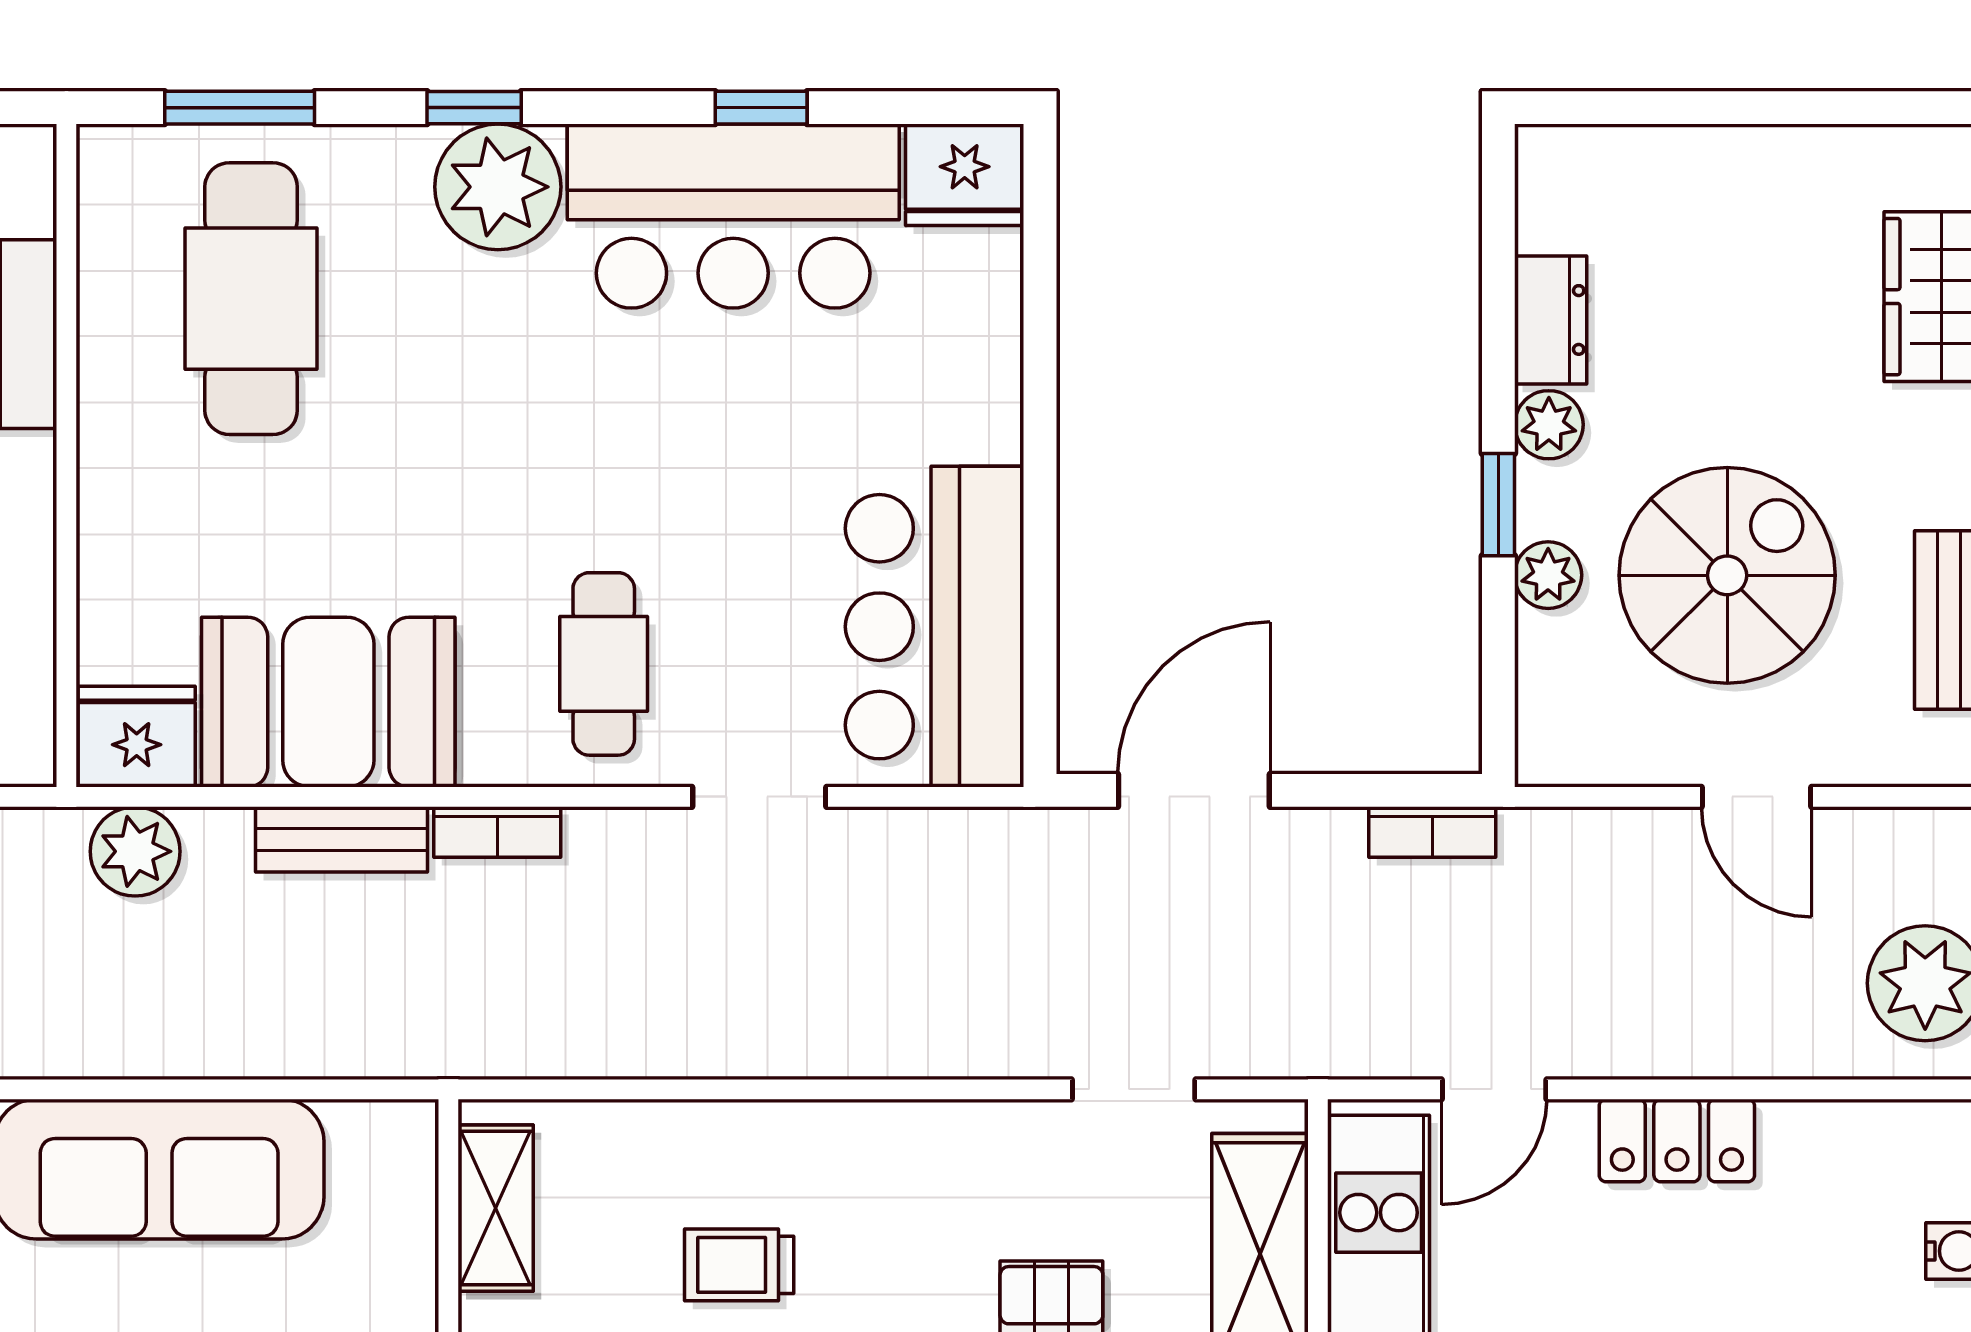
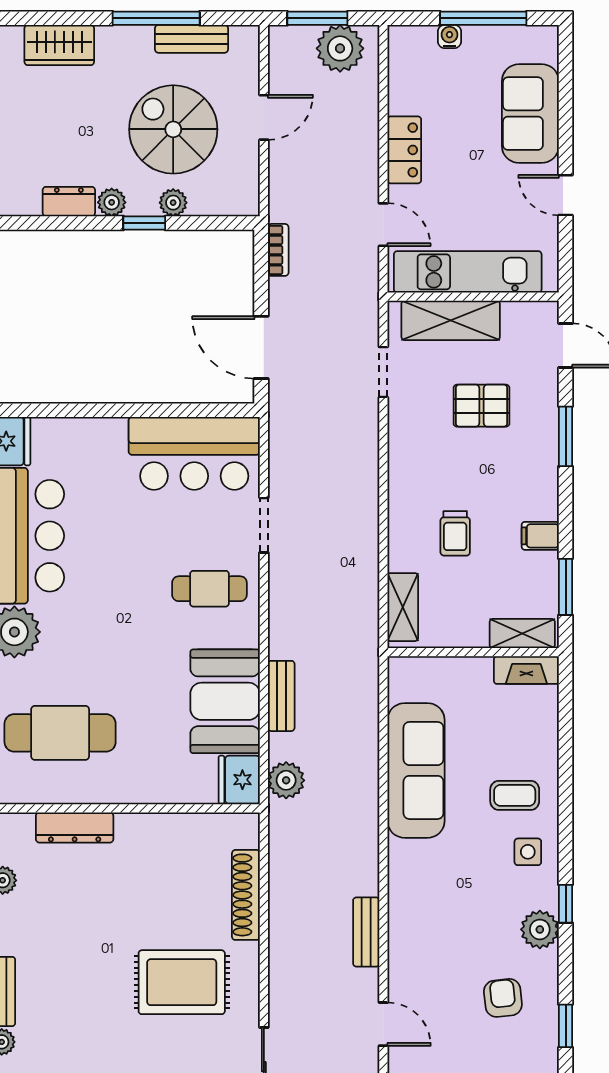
bookcase: (497, 832) -> (278, 632), removed
shelving: (496, 1208) -> (403, 607), moved, turned 90

